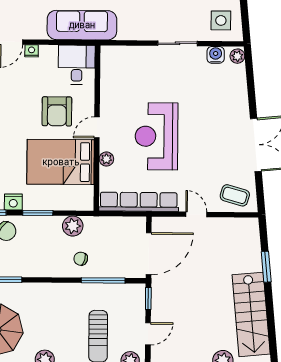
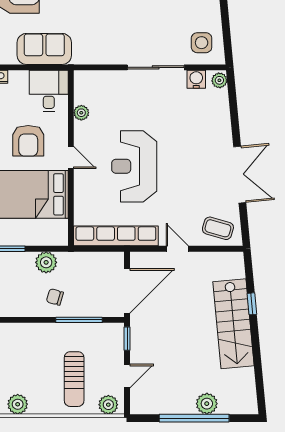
sofa: (82, 25) -> (44, 49), width x0.73
sliding door: (177, 43) -> (156, 67), width x1.37
door: (97, 127) -> (71, 157), swing flipped
plant: (106, 159) -> (81, 113), moved
window: (266, 267) -> (252, 304), width x0.67
stairs: (251, 314) -> (233, 324), moved

